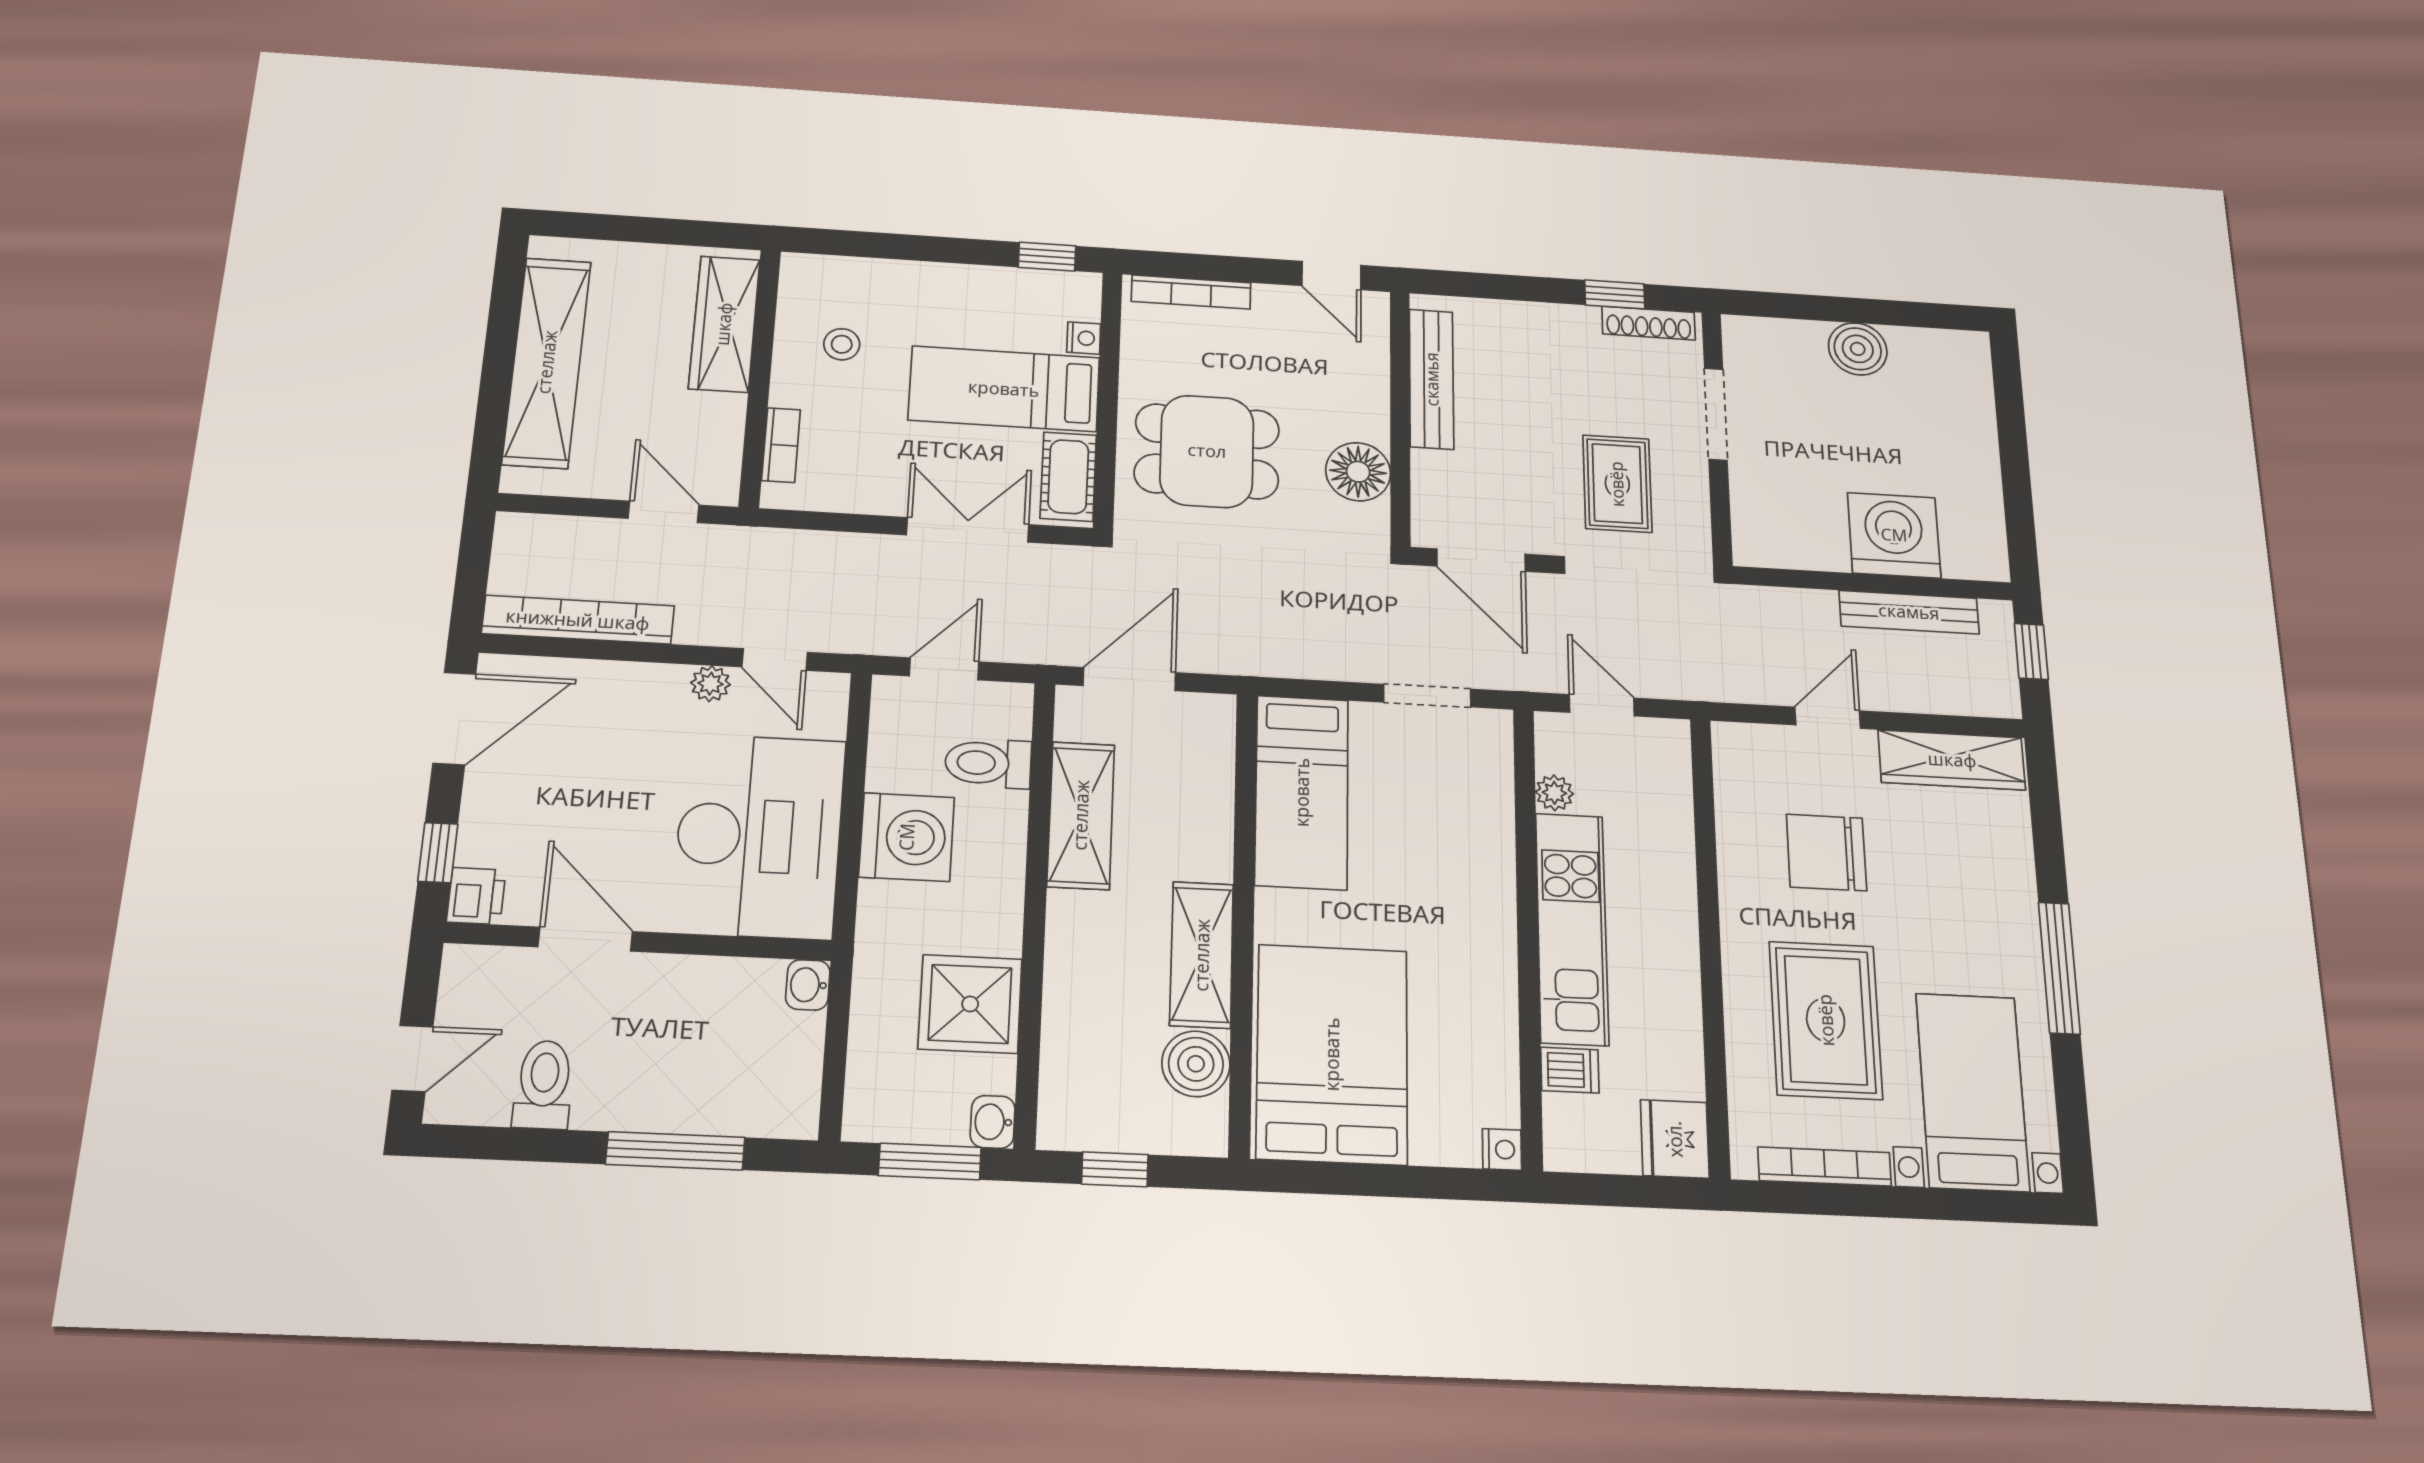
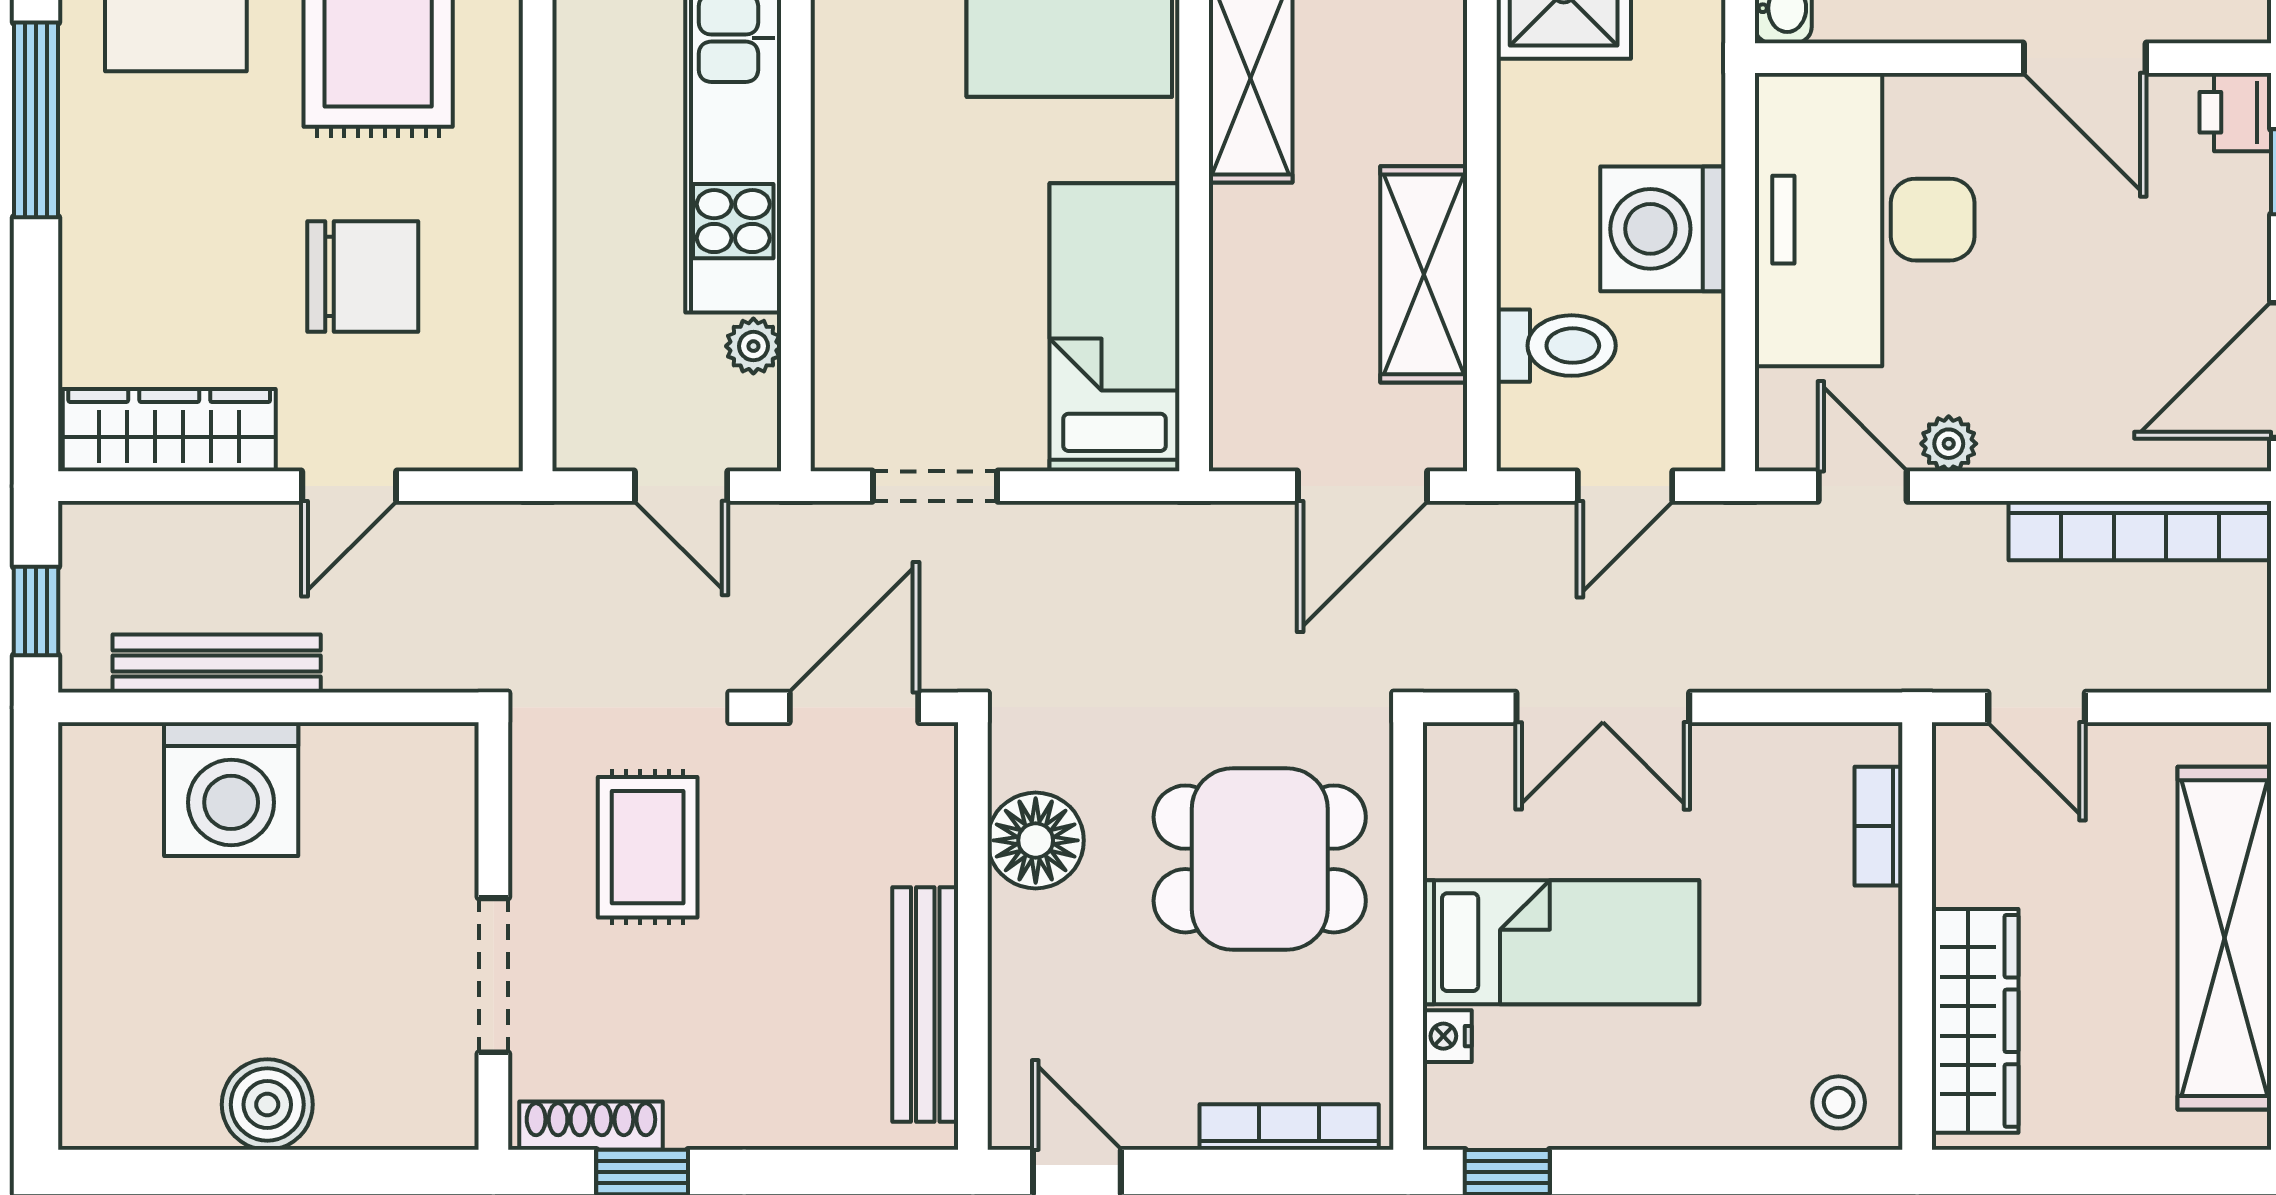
stool: (842, 344) -> (1839, 1102), moved
cot: (1068, 477) -> (1461, 803), removed
door: (1481, 560) -> (854, 707), hinge flipped

